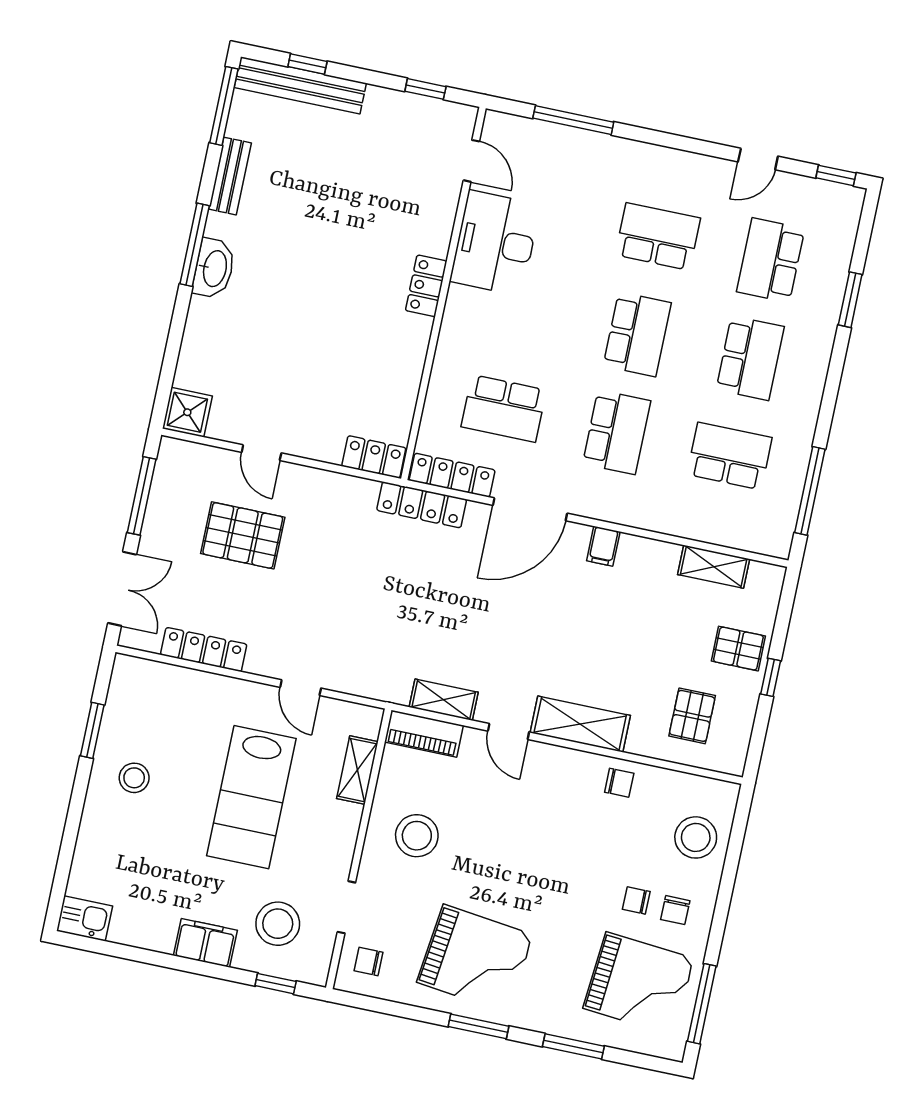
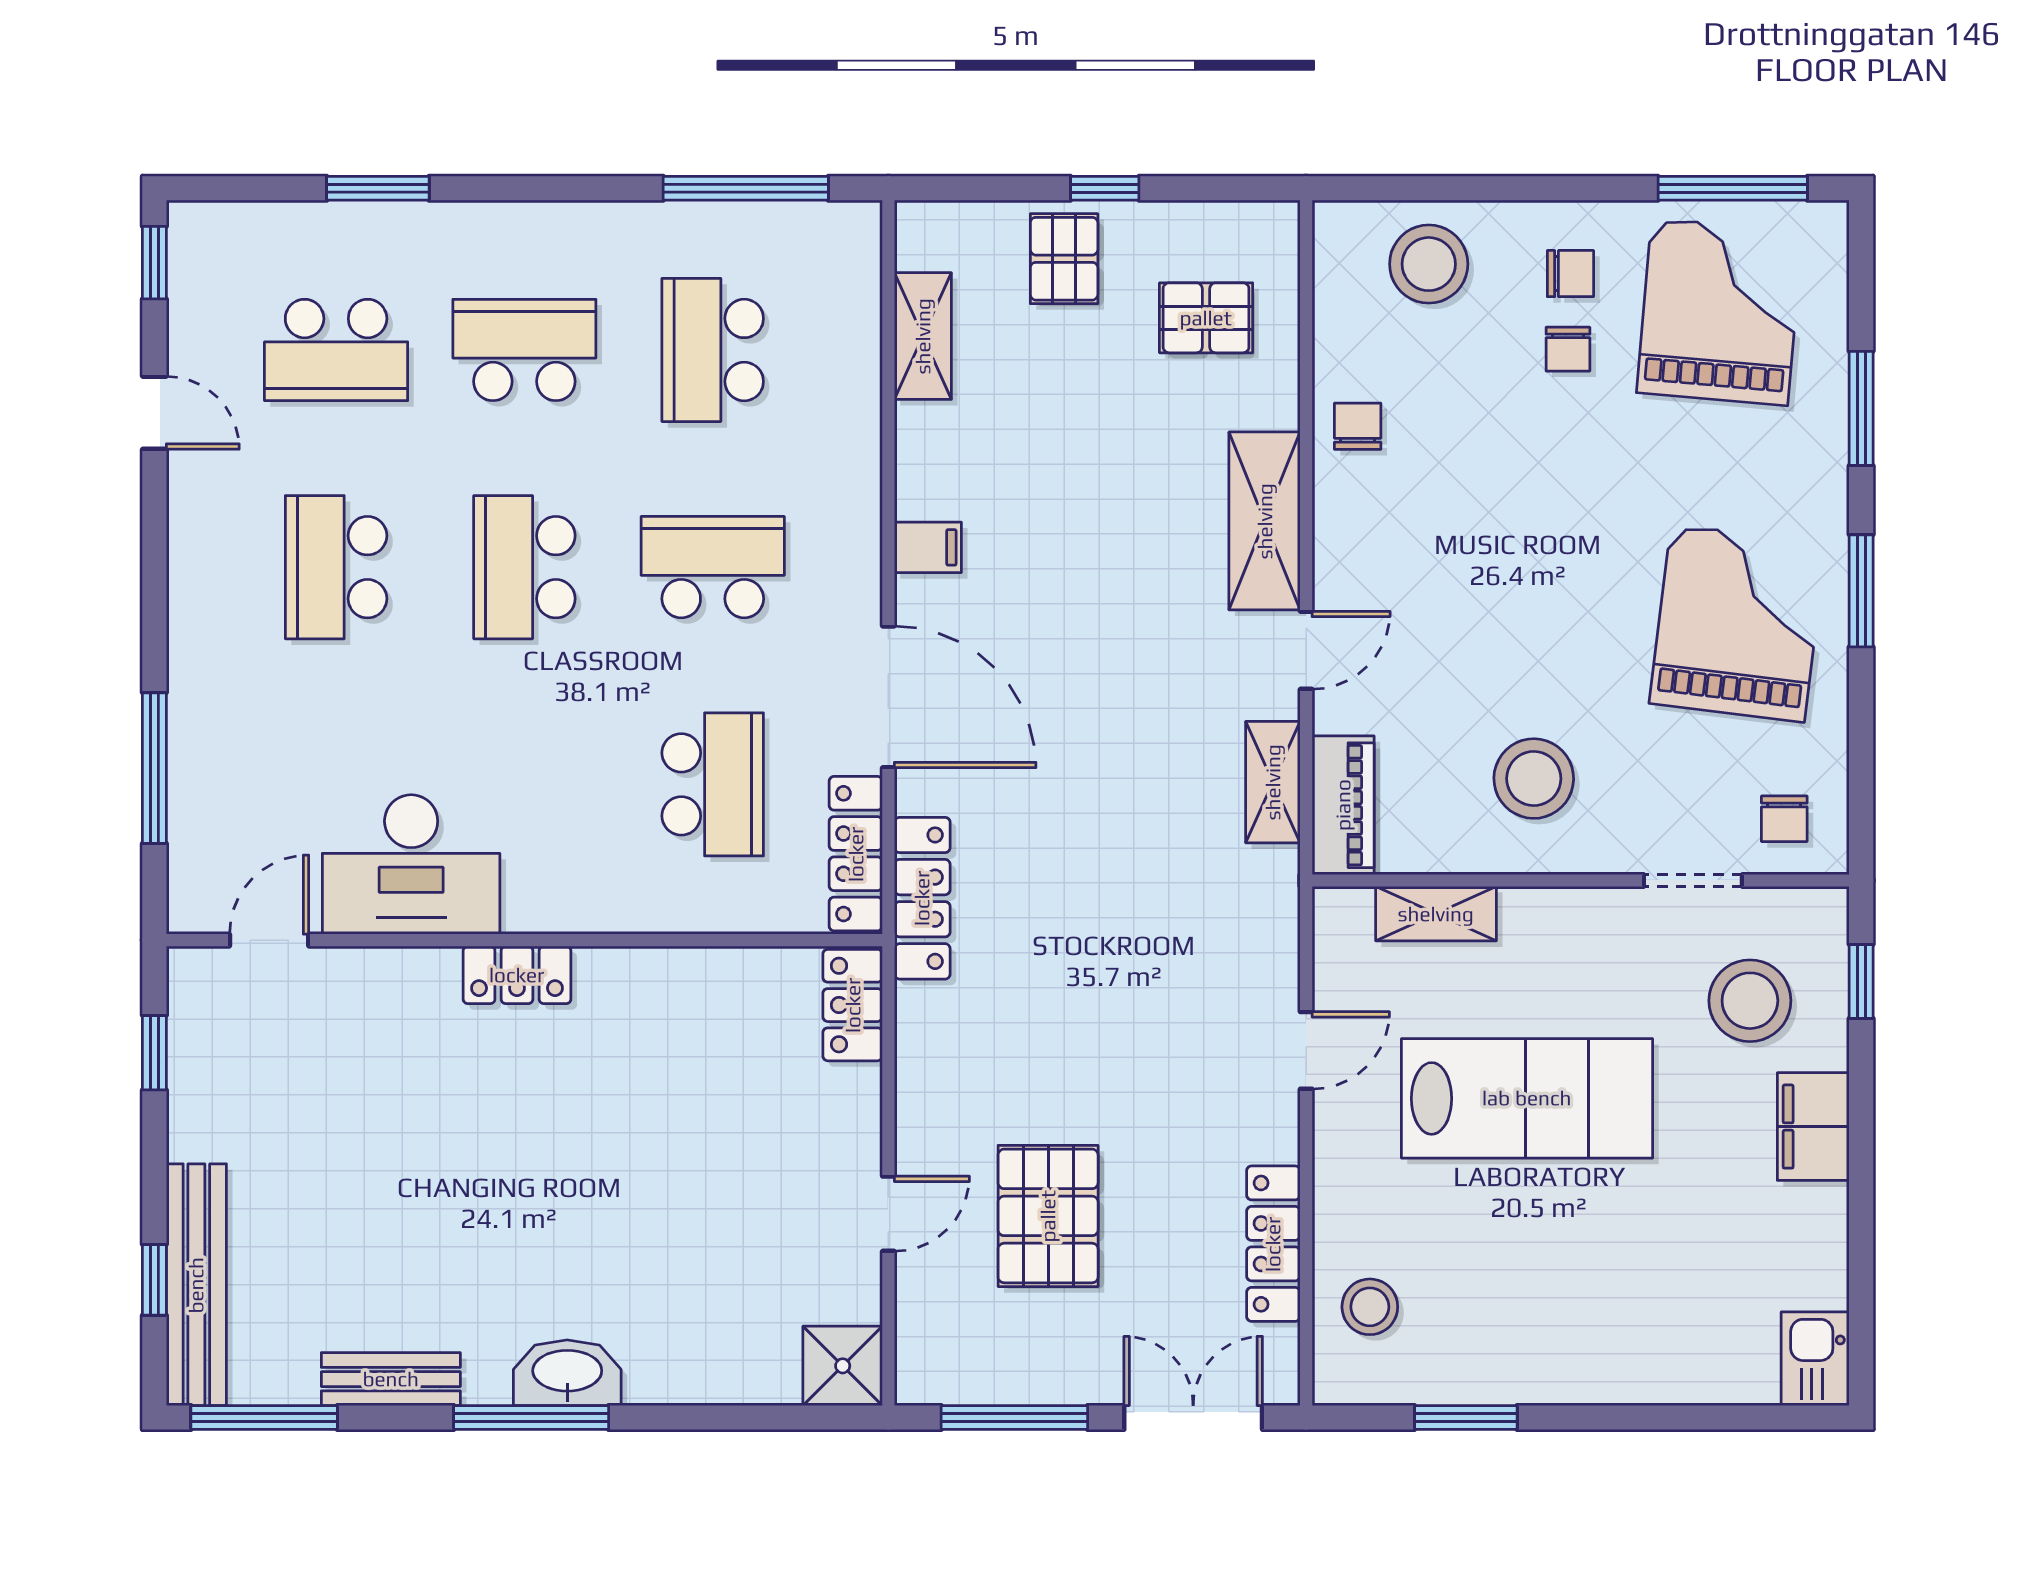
school desk: (637, 334) -> (524, 567), turned -90
stool: (134, 778) -> (1370, 1307), moved

